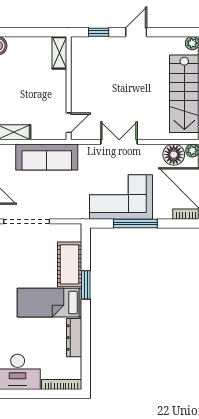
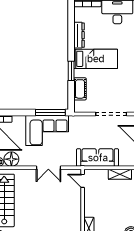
door: (69, 123) -> (83, 181), hinge flipped
window: (135, 223) -> (50, 113), moved
cot: (70, 264) -> (80, 89), width x0.73, depth x0.75

